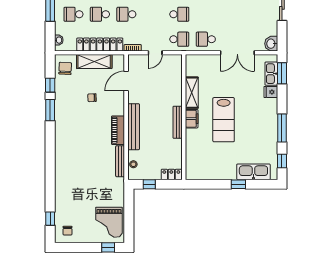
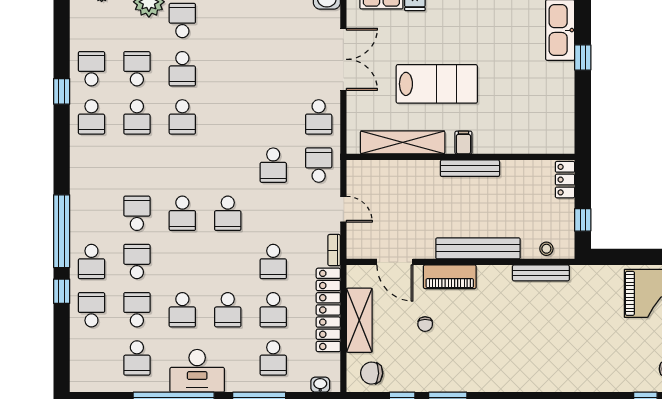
school desk: (179, 14) -> (273, 165), turned 180
shelving: (192, 93) -> (403, 142), width x1.47
filing cabinet: (192, 119) -> (463, 143), width x0.50
lab bench: (224, 120) -> (437, 84), moved
piano: (118, 130) -> (450, 277), moved

